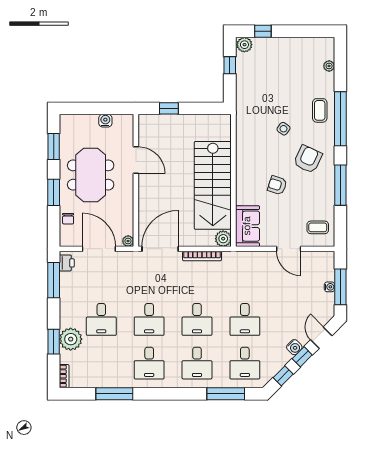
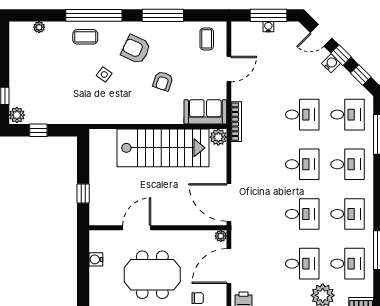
bookcase: (202, 256) -> (236, 122), moved
desk: (101, 363) -> (348, 264), added

